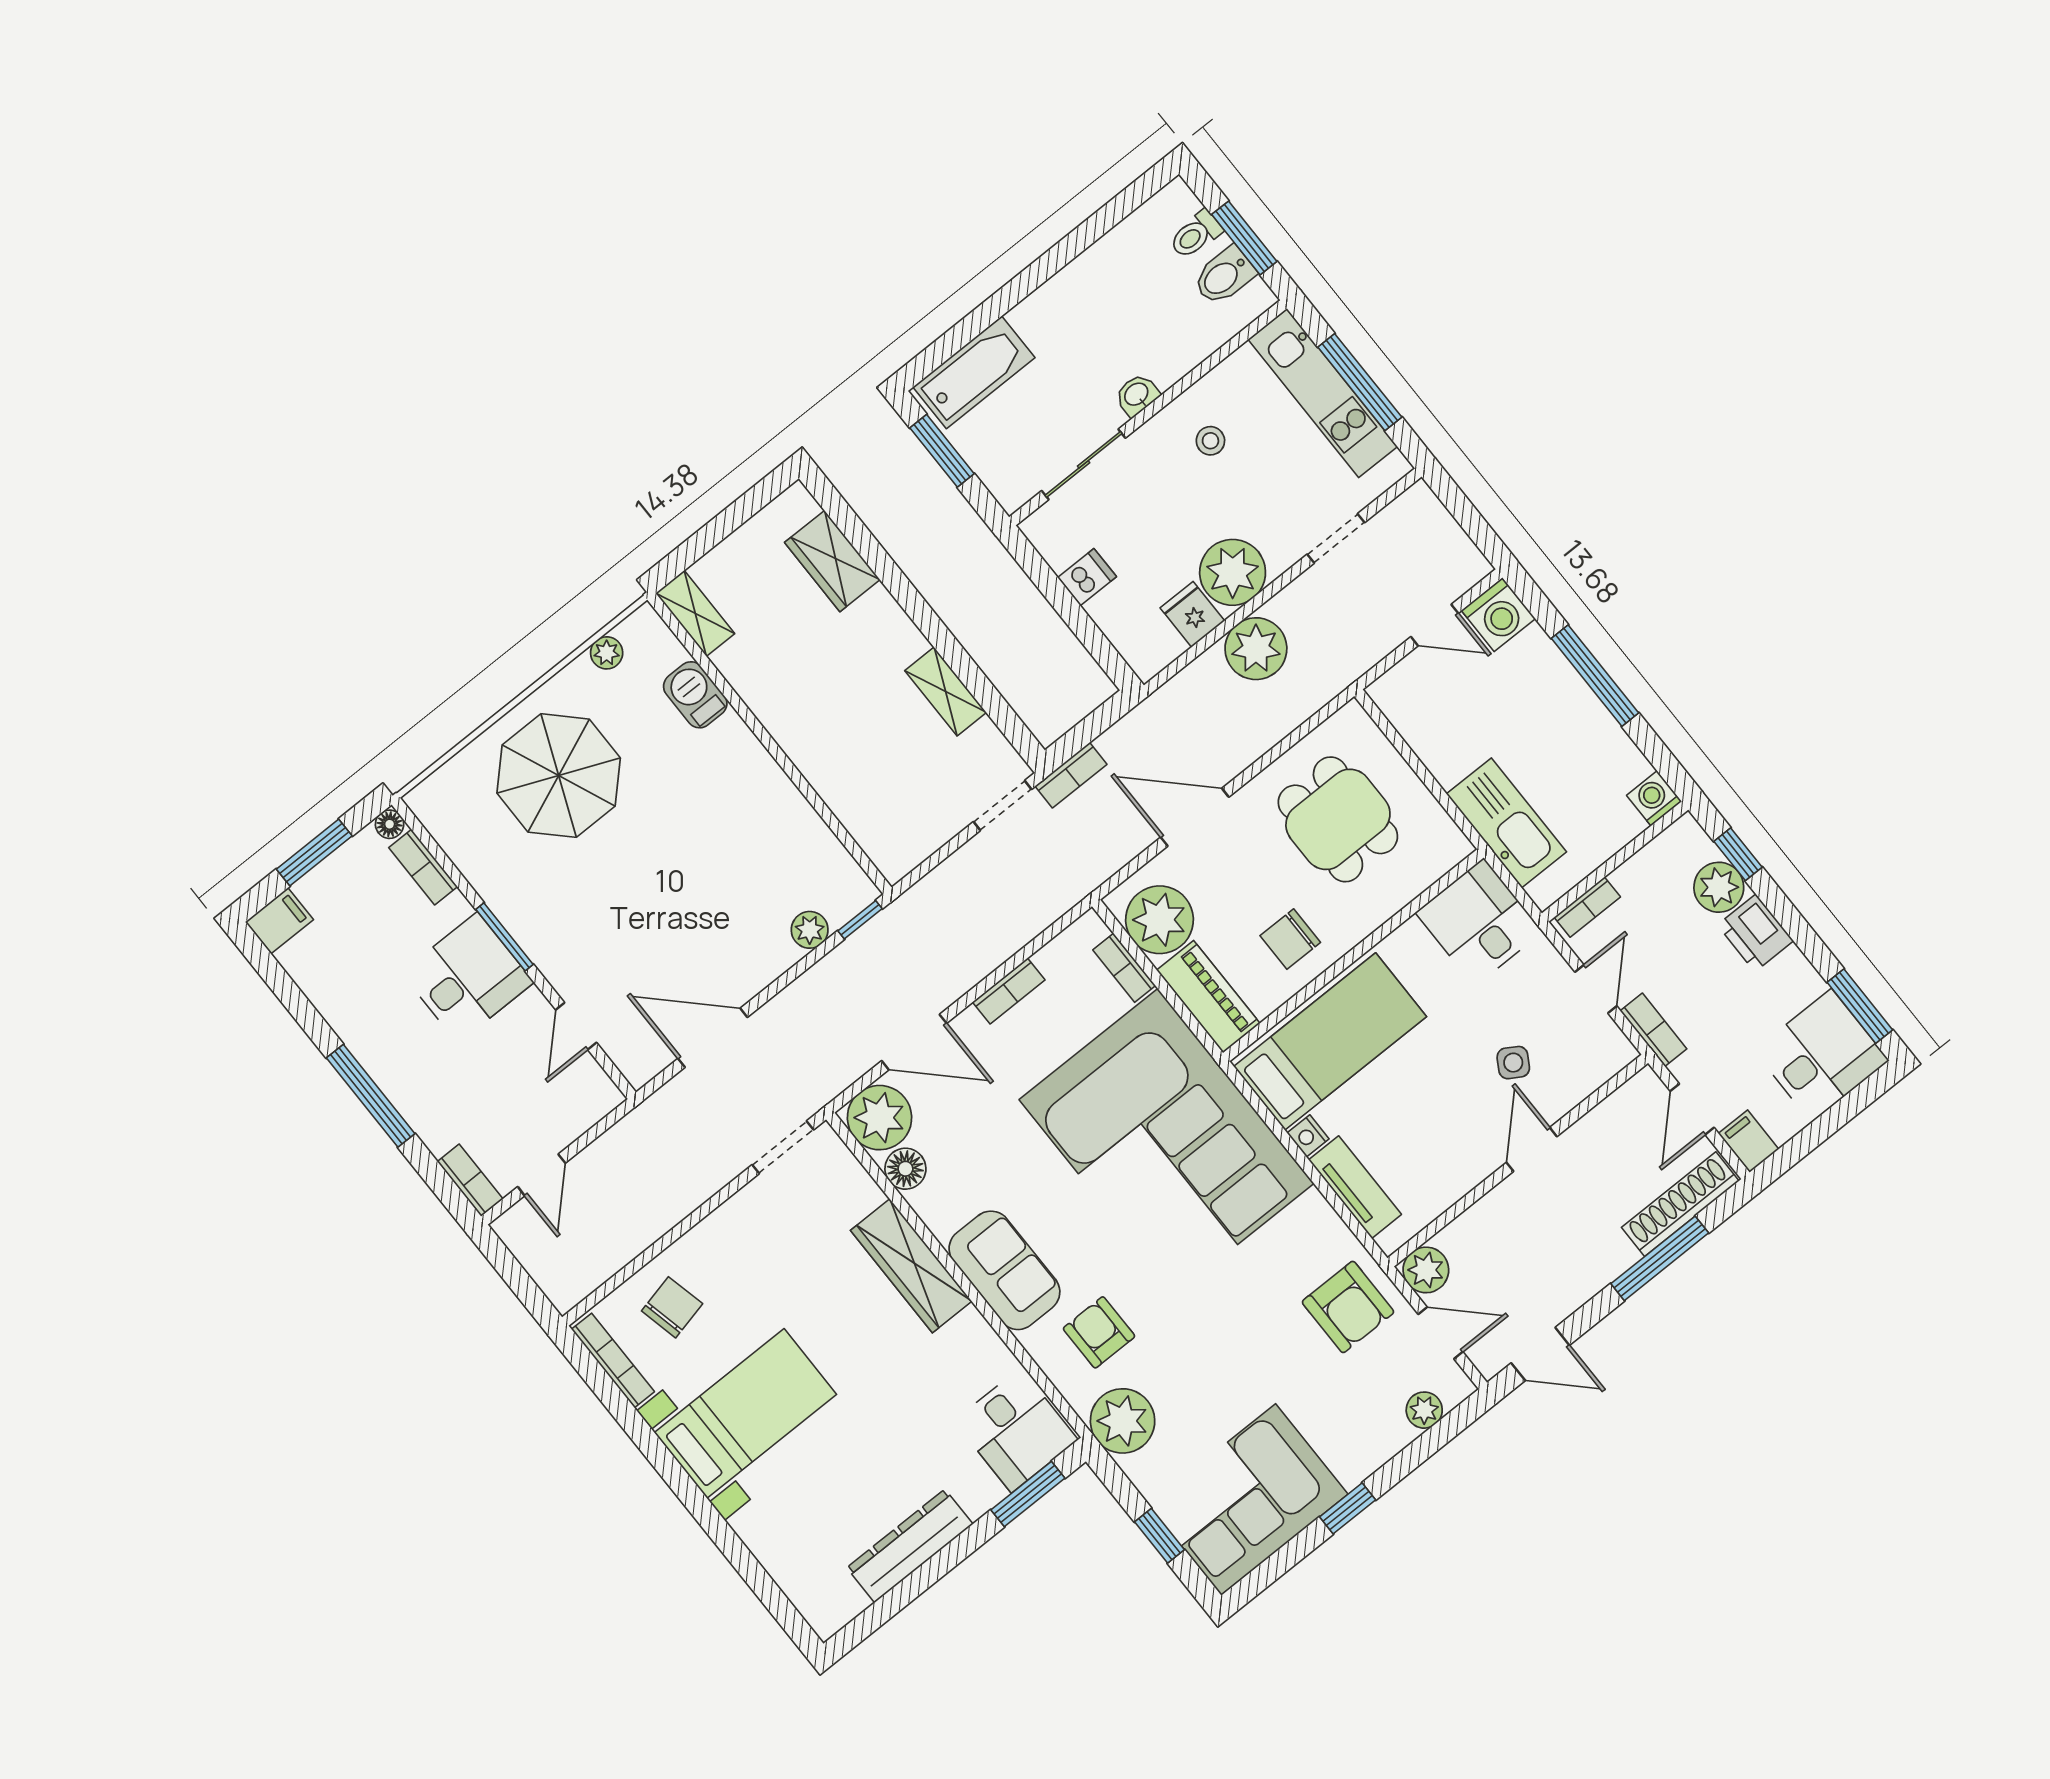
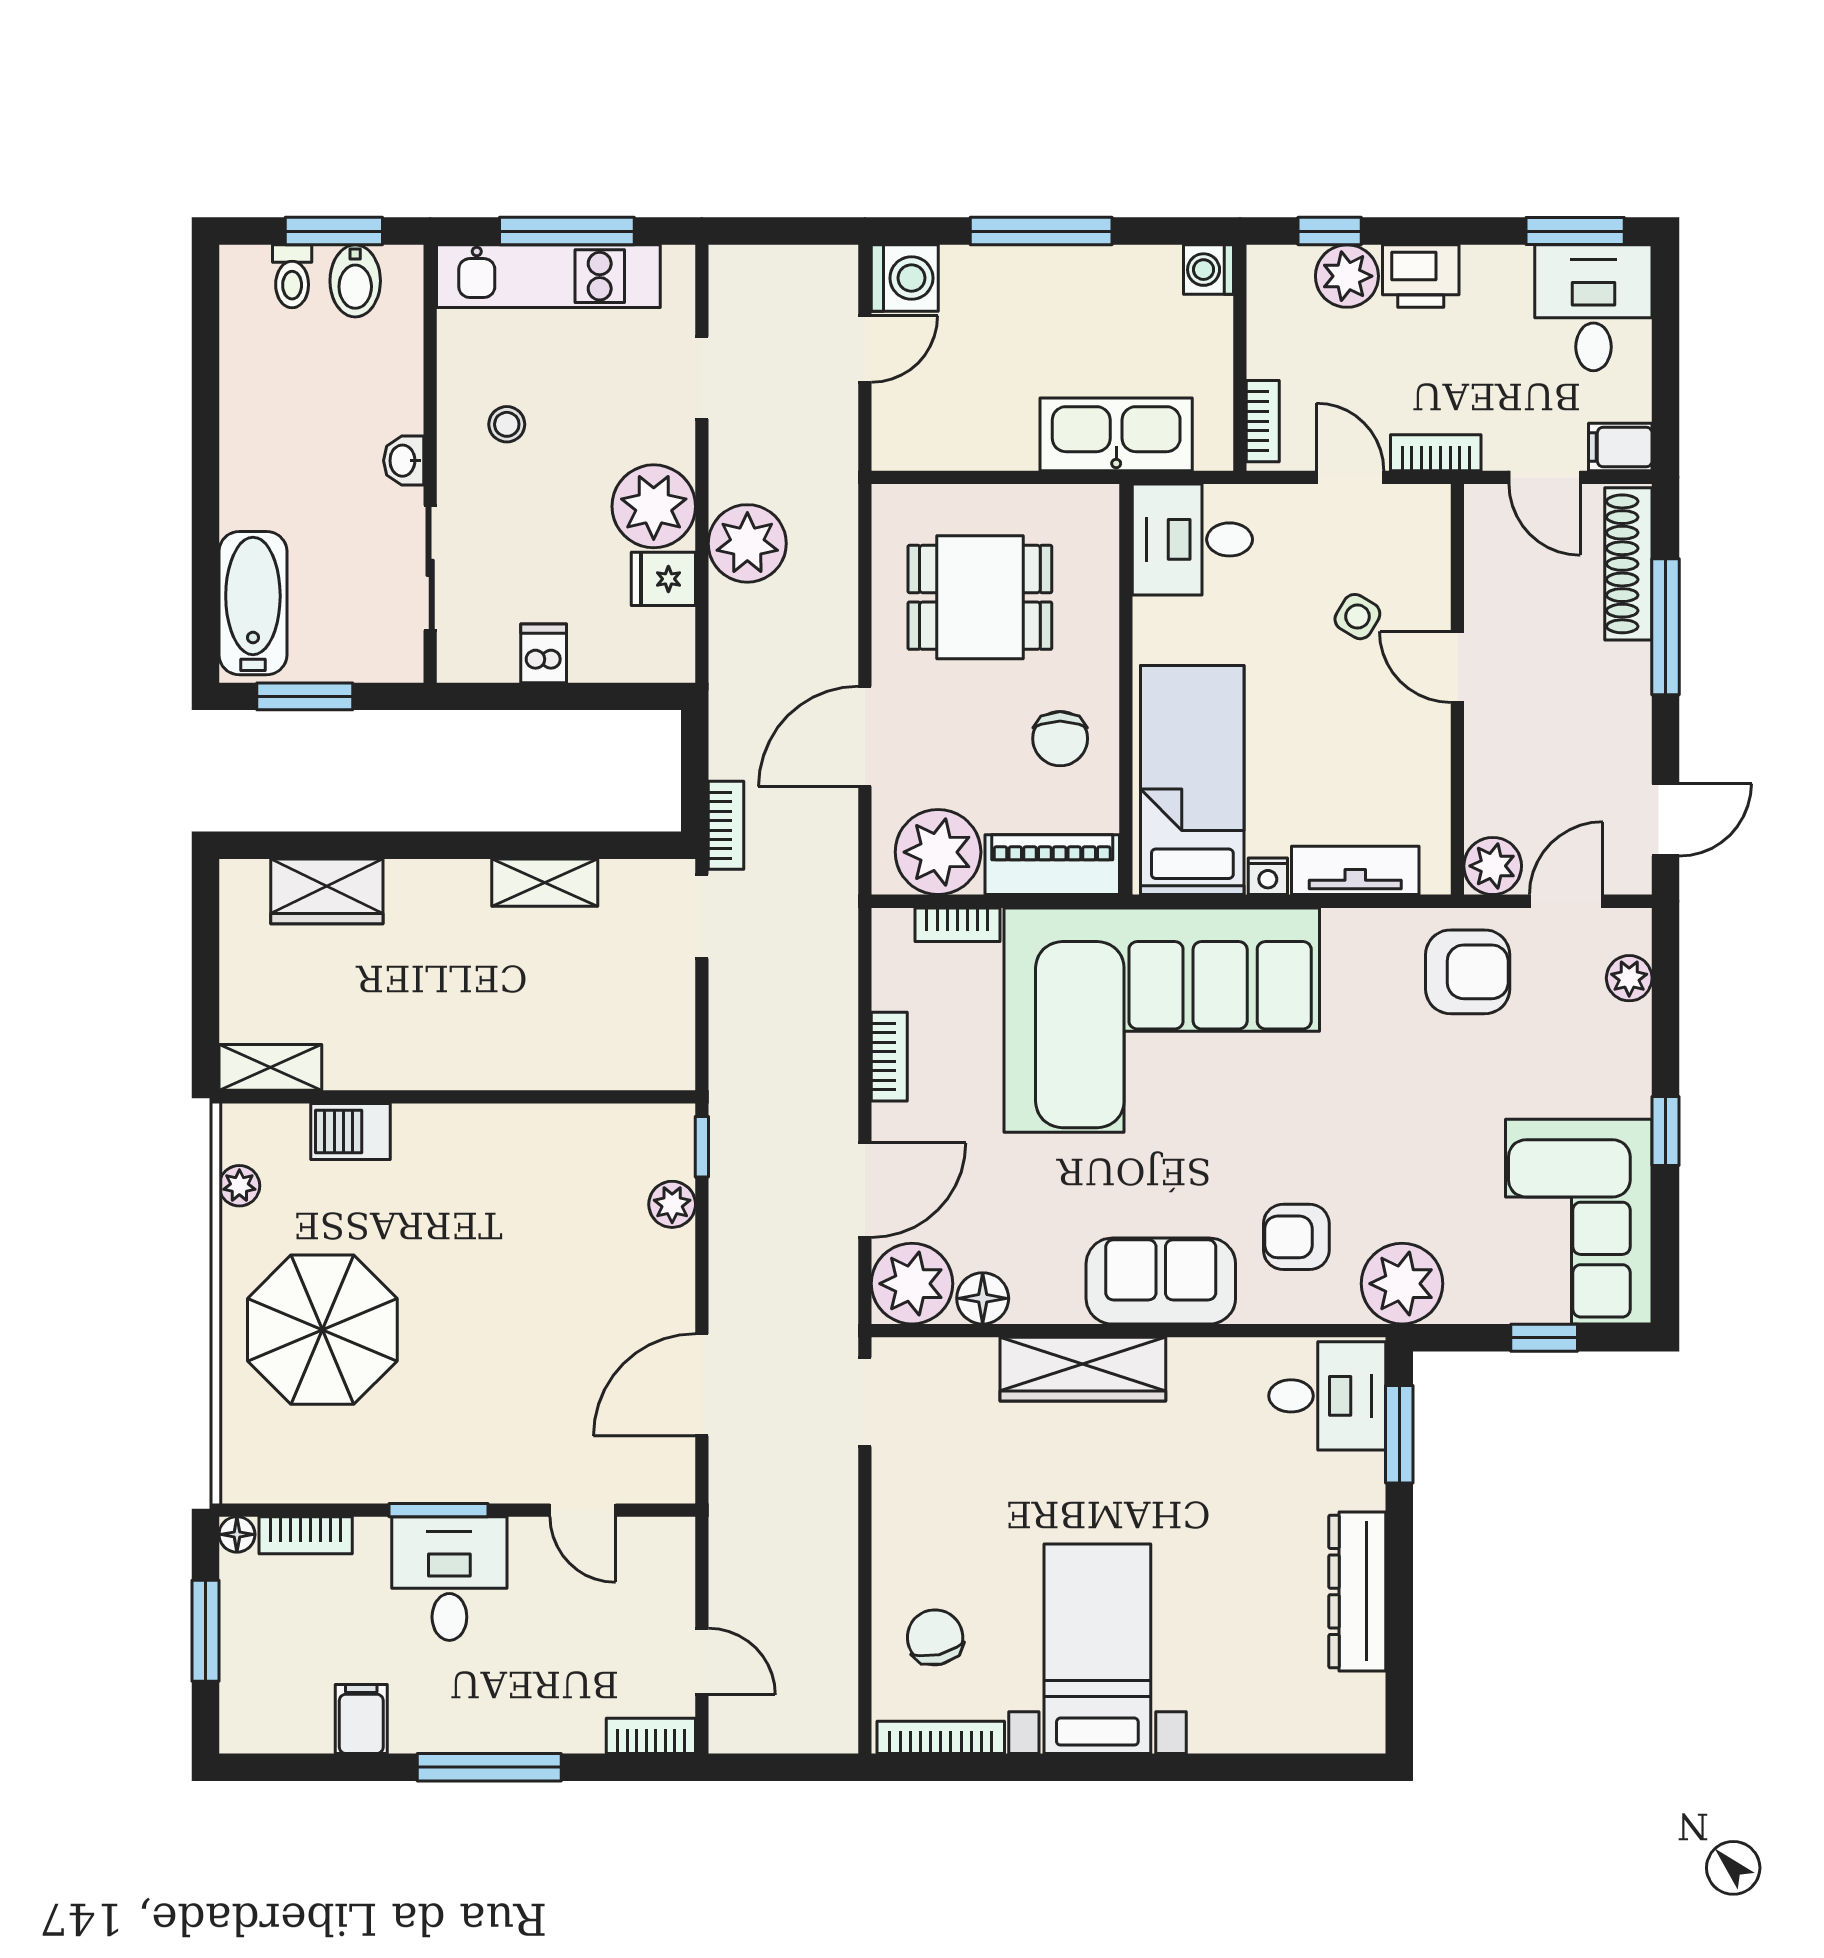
filing cabinet: (279, 921) -> (361, 1719), moved

